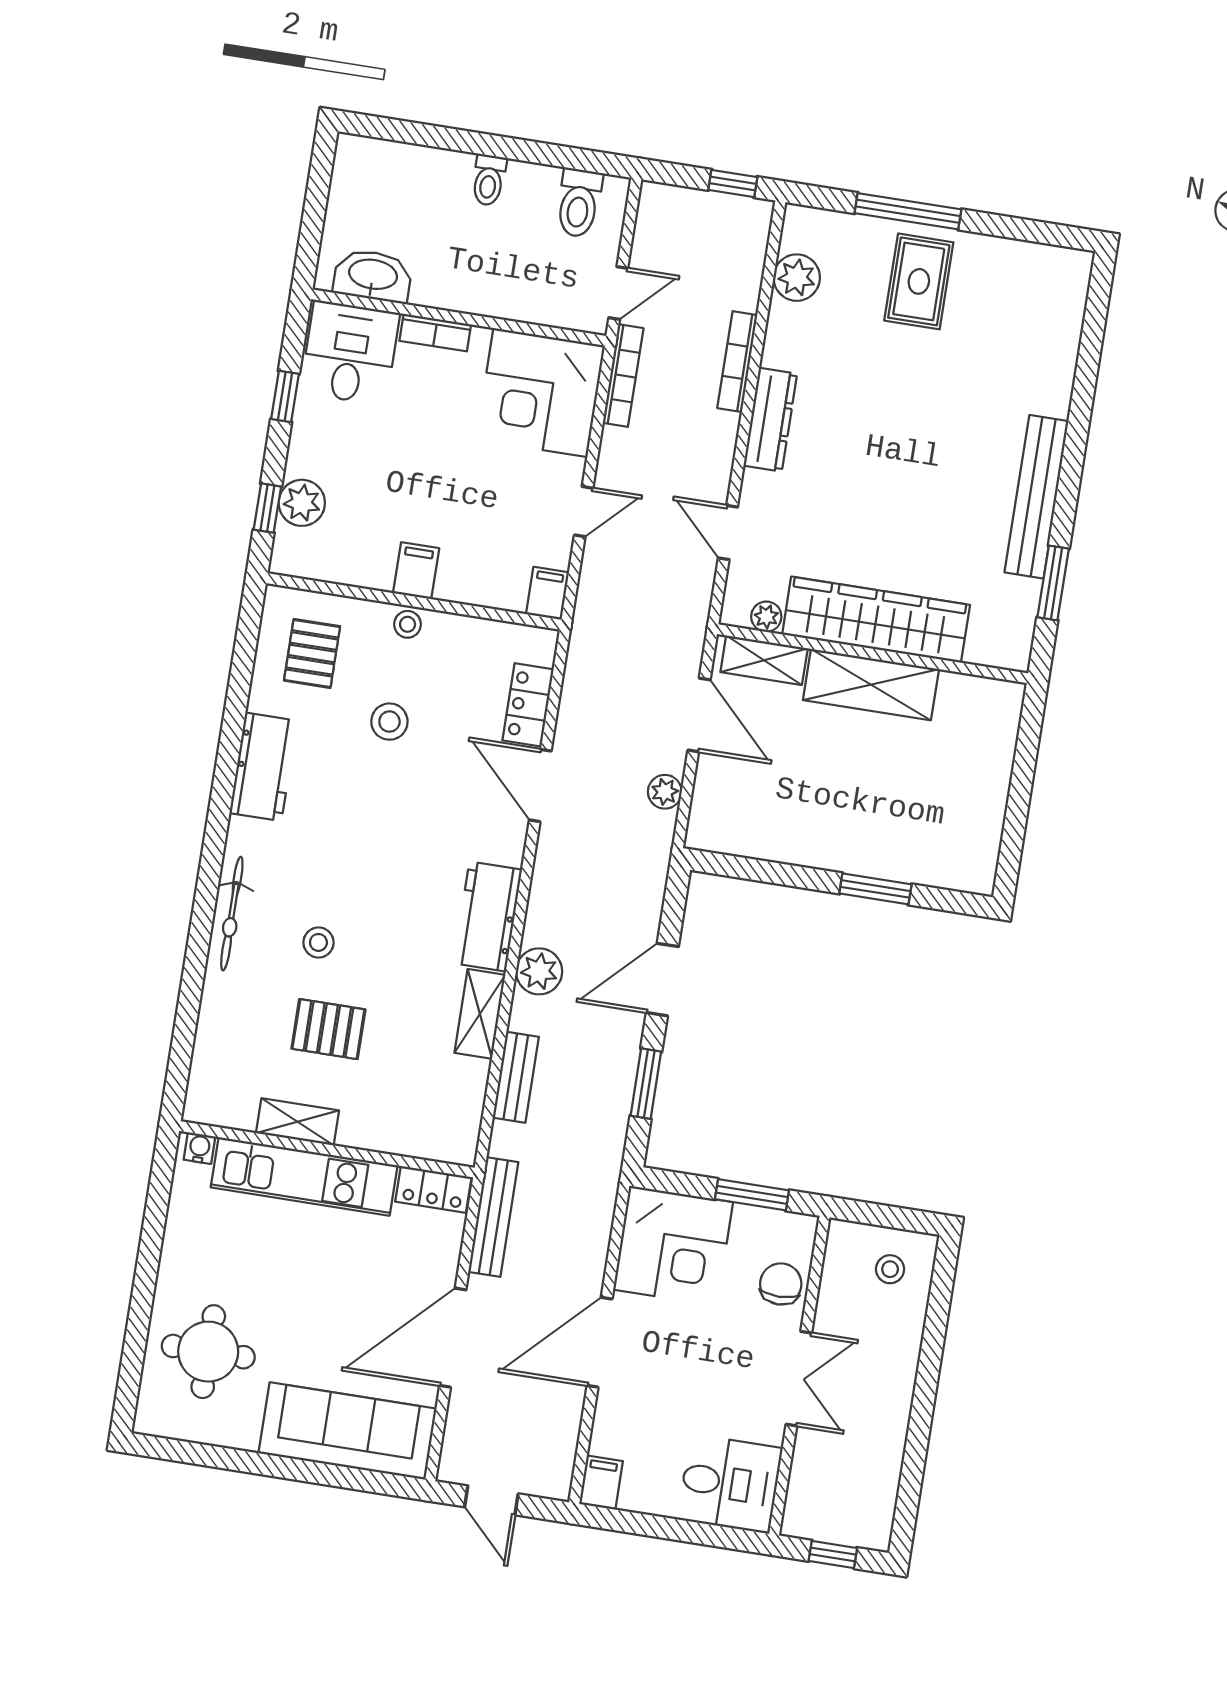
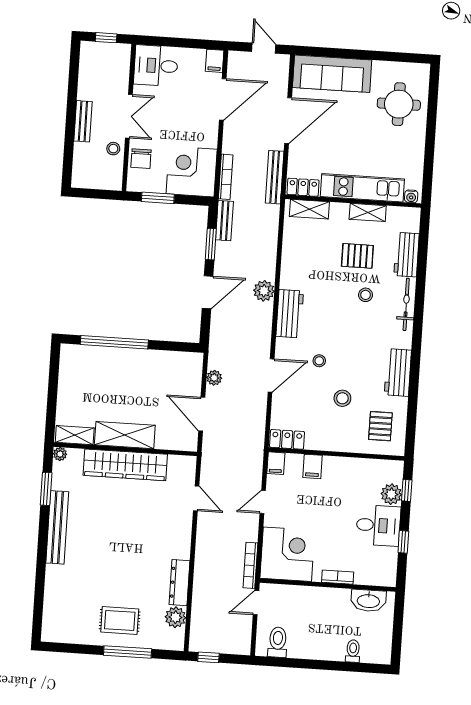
toilet: (489, 180) -> (353, 651), moved
rug: (919, 281) -> (120, 621), turned 90
desk: (350, 353) -> (378, 525), moved, turned -90
bookcase: (737, 362) -> (226, 177), moved
dresser: (770, 420) -> (179, 583), moved
filing cabinet: (416, 571) -> (312, 466), moved
plant: (766, 617) -> (60, 454), moved
stool: (408, 624) -> (319, 361), moved
shelving: (764, 660) -> (75, 435), moved
locker: (528, 705) -> (287, 439), moved, turned -90
door: (540, 785) -> (271, 375), hinge flipped
window: (875, 889) -> (114, 342), width x2.11
shelving: (480, 1014) -> (309, 209), moved, turned 90
workbench: (221, 1022) -> (406, 255), added
bench: (516, 1077) -> (224, 221), moved
stool: (890, 1269) -> (113, 149), moved
door: (600, 1342) -> (223, 99), moved
bench: (900, 1377) -> (83, 121), added
double door: (799, 1379) -> (129, 116), swing flipped

